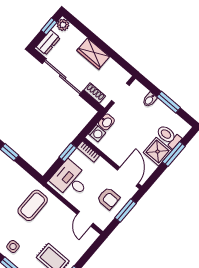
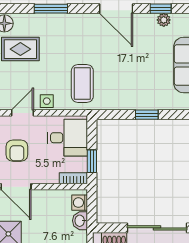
armchair: (108, 198) -> (17, 151), turned -90
door: (85, 219) -> (23, 113), hinge flipped
side table: (13, 246) -> (47, 101), moved

